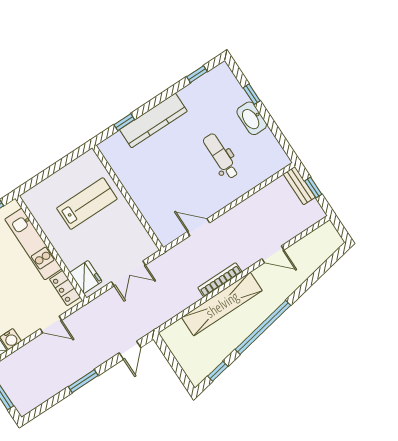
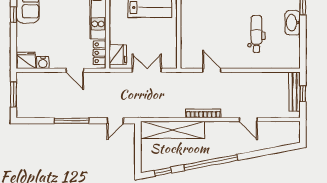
bench: (299, 186) -> (295, 92), width x1.36
double door: (128, 273) -> (147, 70), swing flipped
shelving: (222, 304) -> (173, 130), moved
window: (83, 381) -> (72, 121), width x1.44

